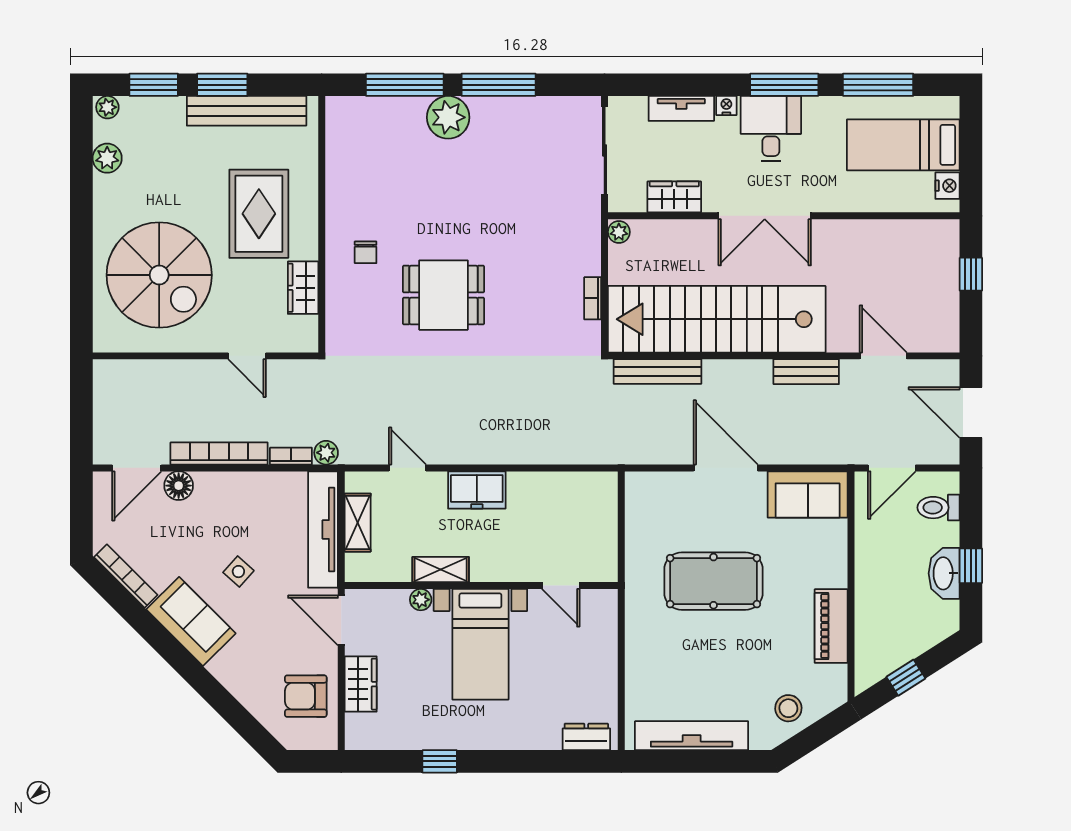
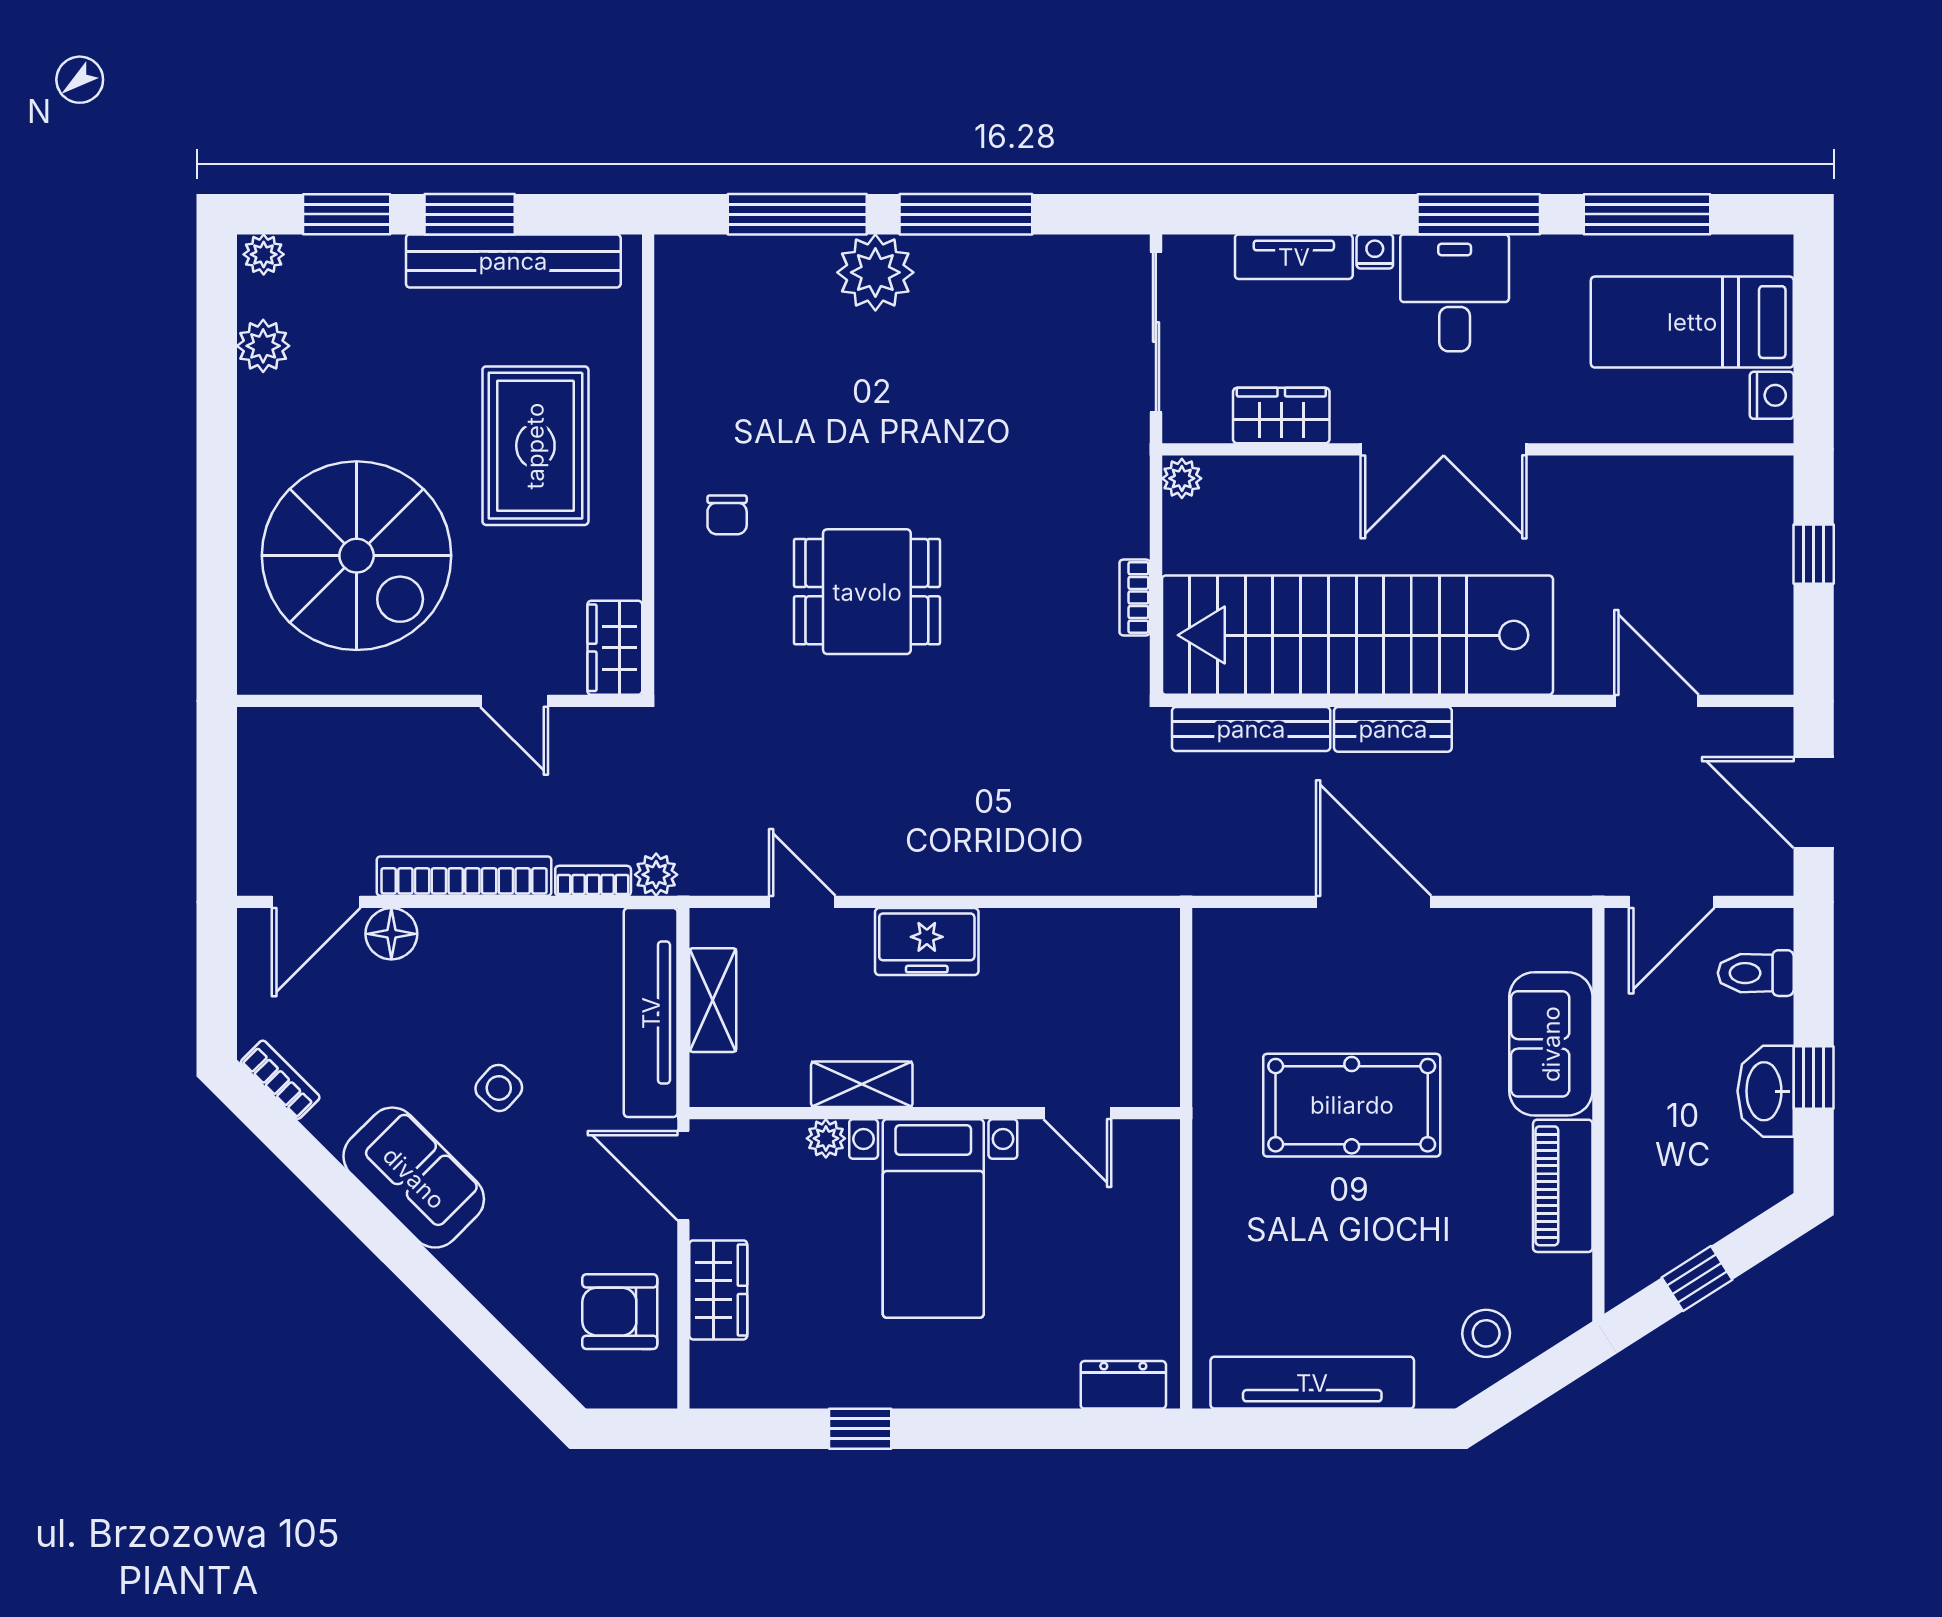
wardrobe: (303, 288) -> (615, 648), moved
bench: (806, 372) -> (1393, 729), moved
sofa: (808, 494) -> (1551, 1044), moved, turned 90
bookcase: (126, 576) -> (280, 1080), width x0.64

